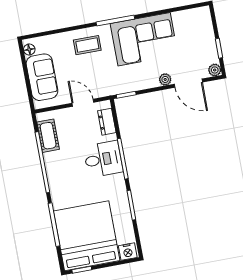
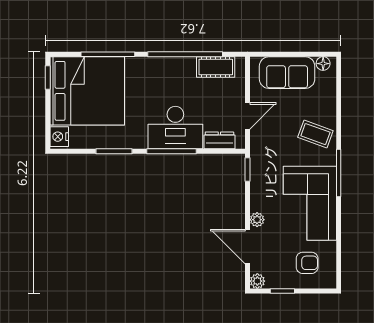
armchair: (193, 33) -> (307, 263), added
coffee table: (87, 45) -> (315, 134), turned -70
door: (188, 83) -> (247, 247), hinge flipped
desk: (103, 159) -> (175, 128), width x1.37

